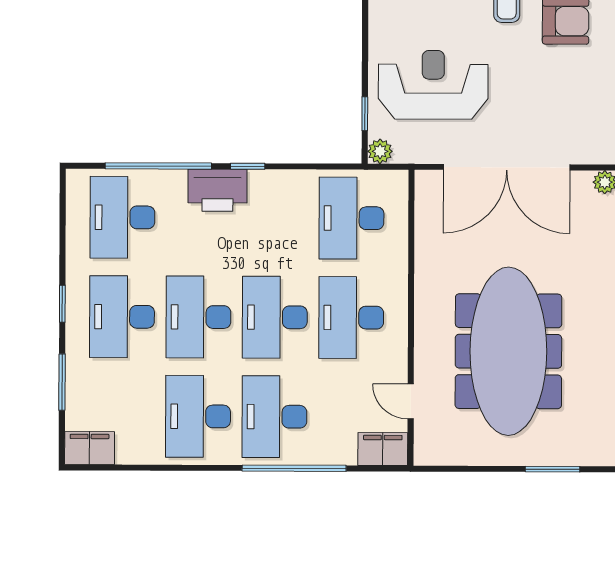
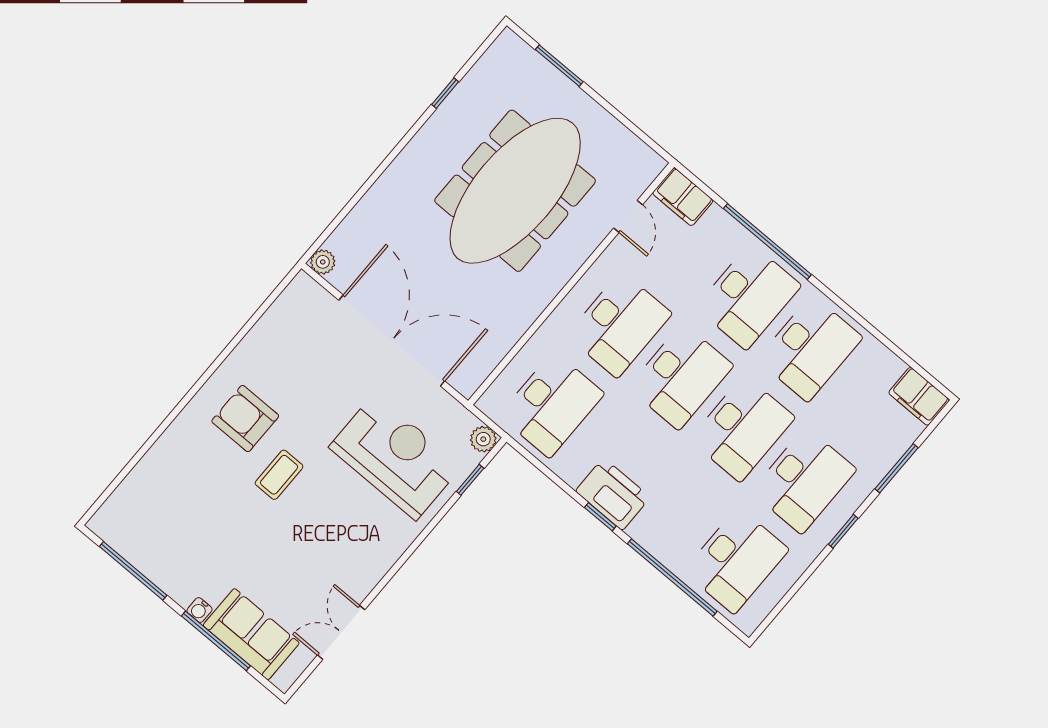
reception desk: (433, 85) -> (395, 457), turned 180
printer: (217, 190) -> (613, 494), moved

